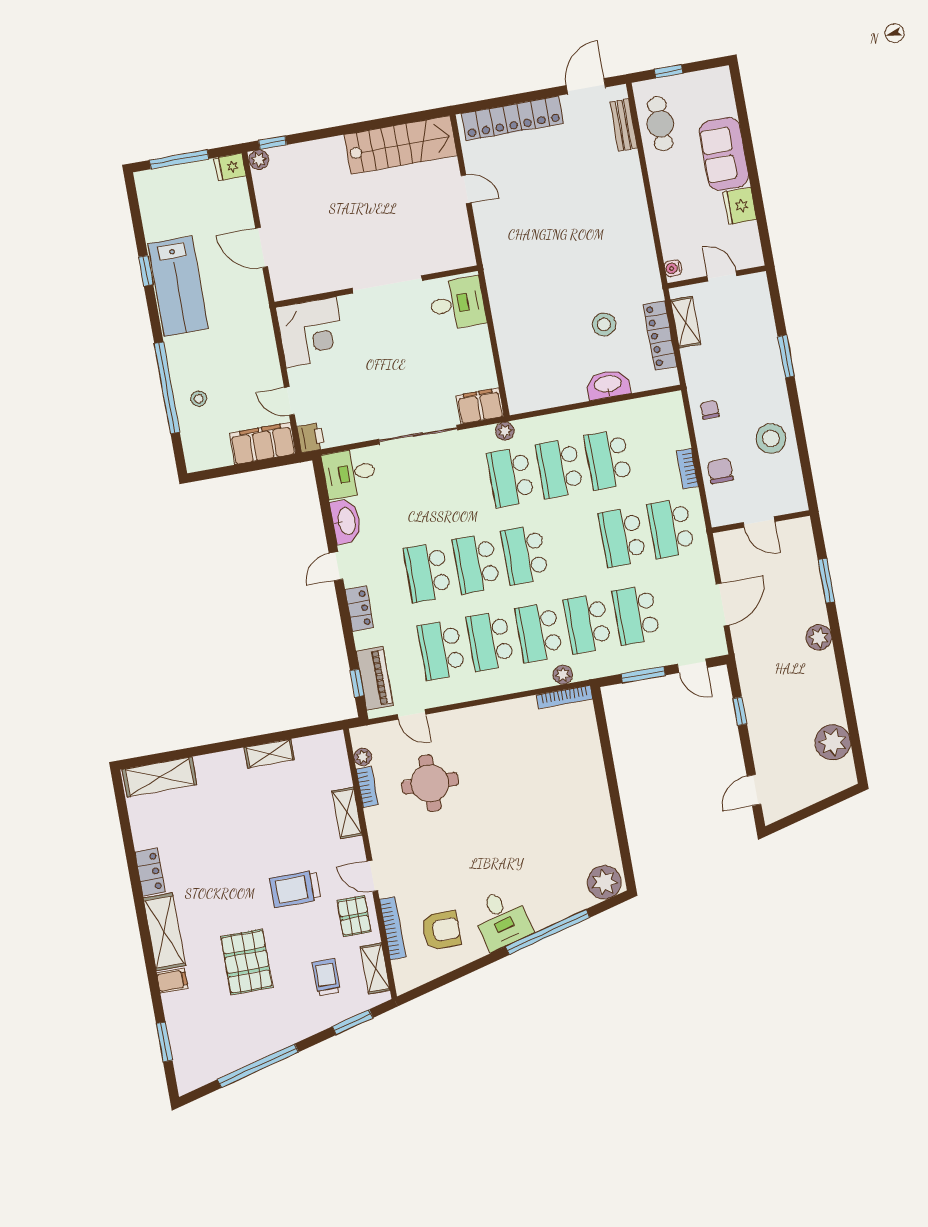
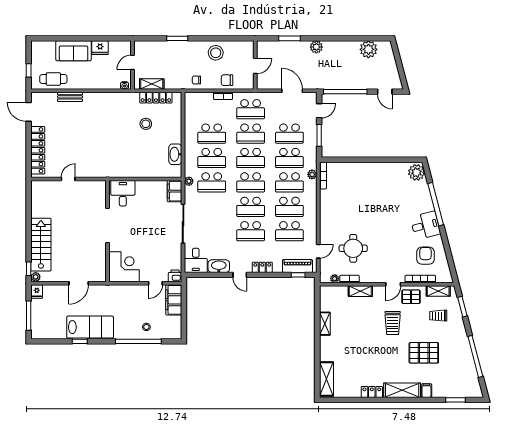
bench: (624, 125) -> (70, 97), moved
stairs: (401, 145) -> (41, 245), moved
washbasin: (608, 385) -> (175, 154), moved
school desk: (573, 546) -> (251, 158), added
window: (740, 711) -> (345, 92), width x3.17

